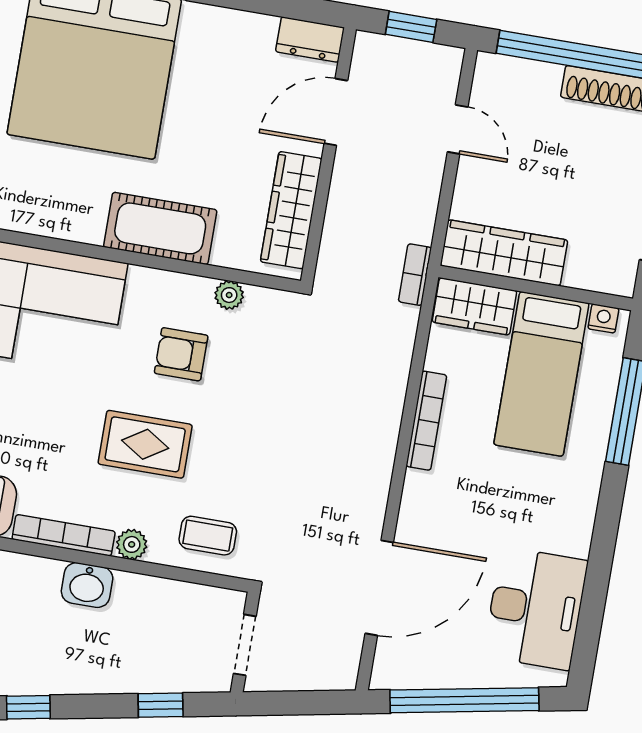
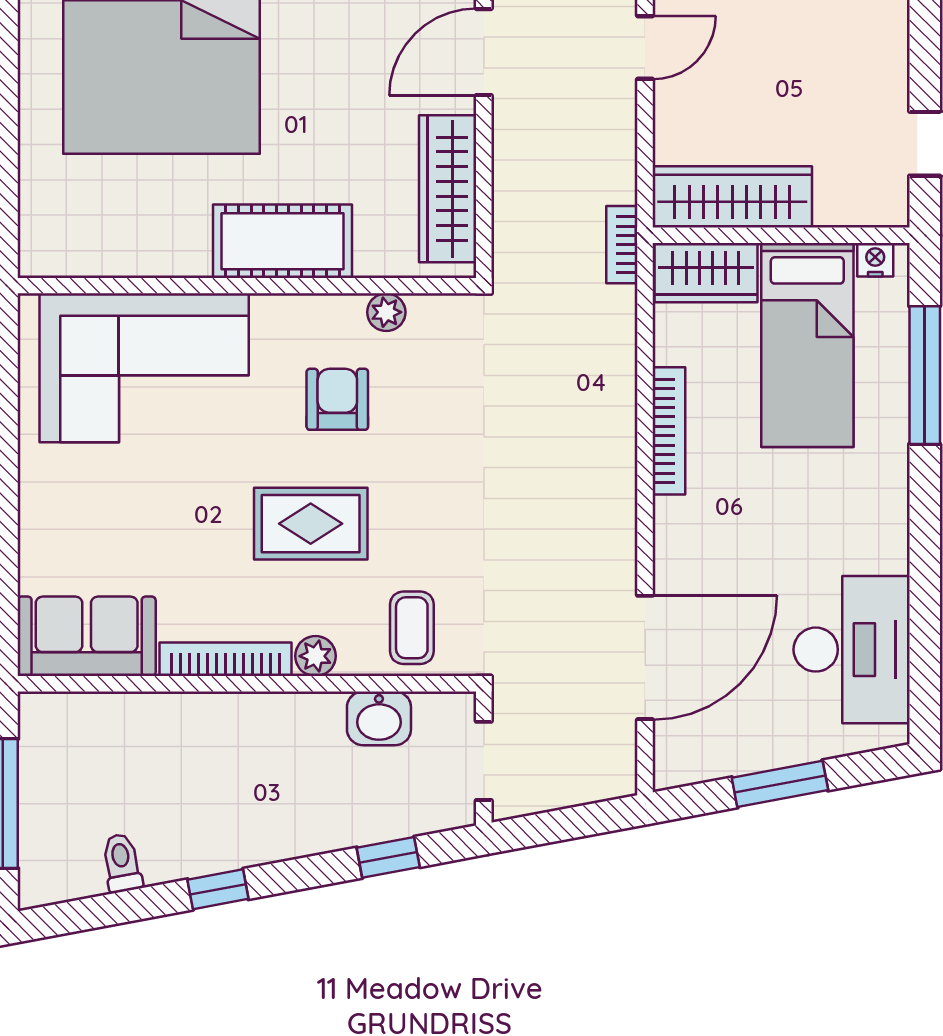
door: (458, 129) -> (645, 48), hinge flipped
armchair: (181, 354) -> (337, 399), turned 90
coffee table: (208, 536) -> (412, 628), turned 90
washbasin: (87, 585) -> (379, 718), moved
window: (464, 700) -> (780, 784), width x0.47

